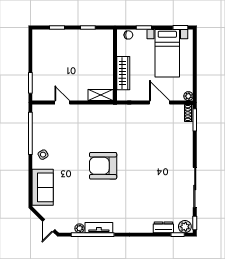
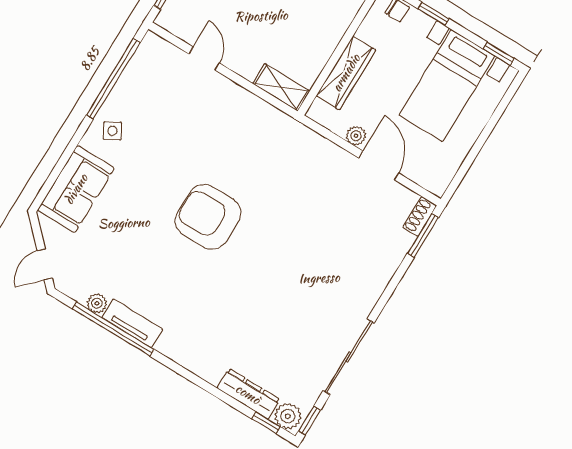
plant: (188, 96) -> (356, 136), moved
dresser: (163, 227) -> (248, 394), width x1.44

